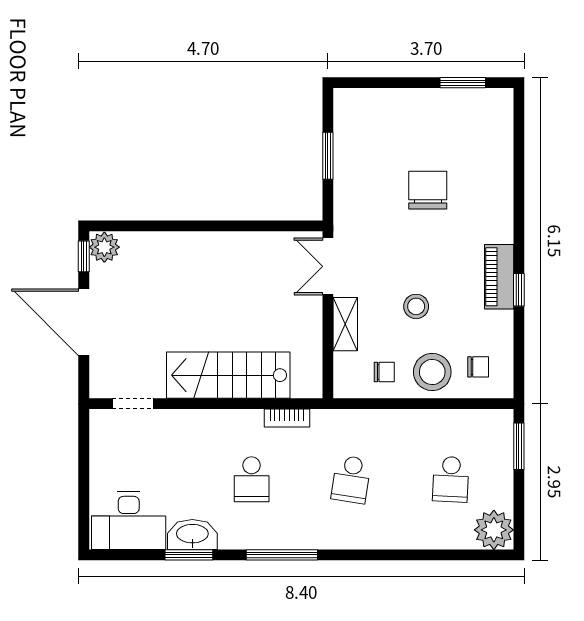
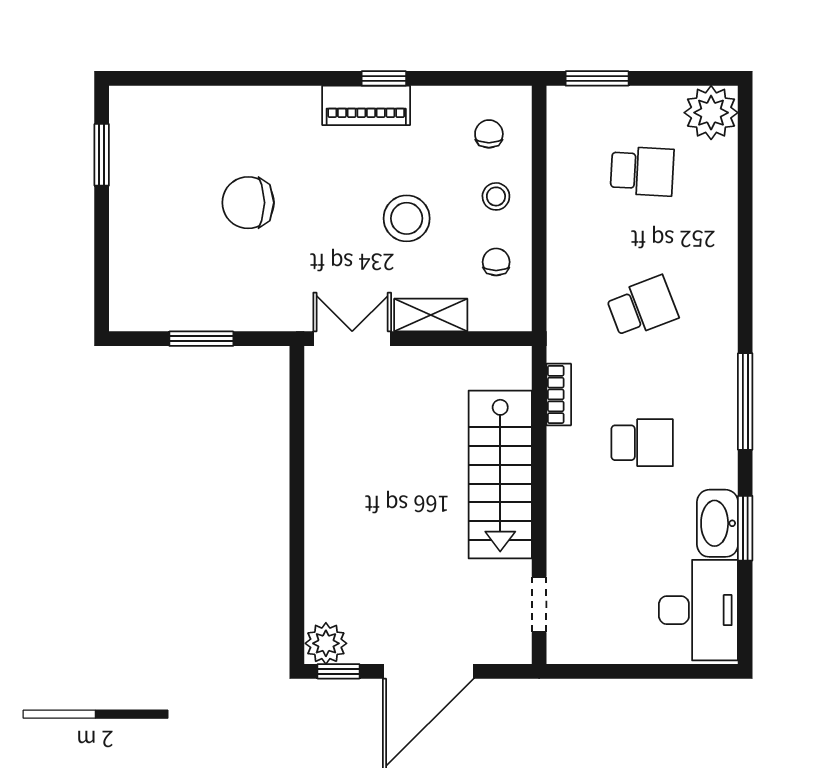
double door: (328, 266) -> (352, 339), swing flipped
stool: (416, 306) -> (407, 218), width x1.38, depth x1.38
stool: (432, 372) -> (496, 196), width x0.53, depth x0.53
school desk: (351, 479) -> (642, 307), turned -30

